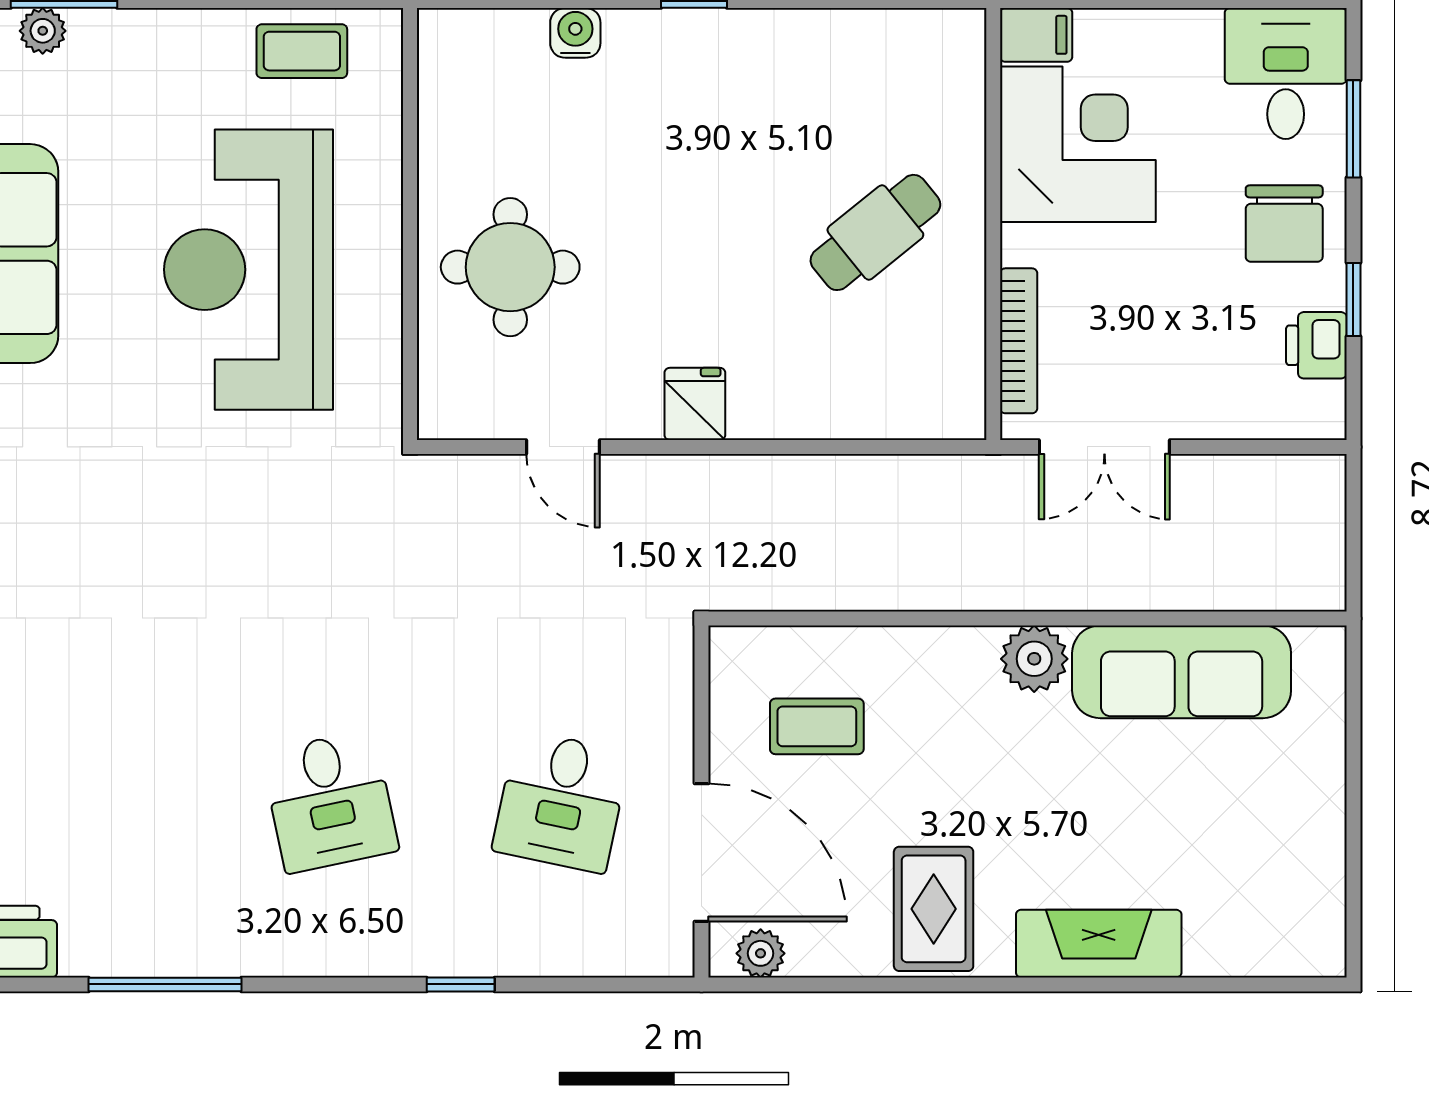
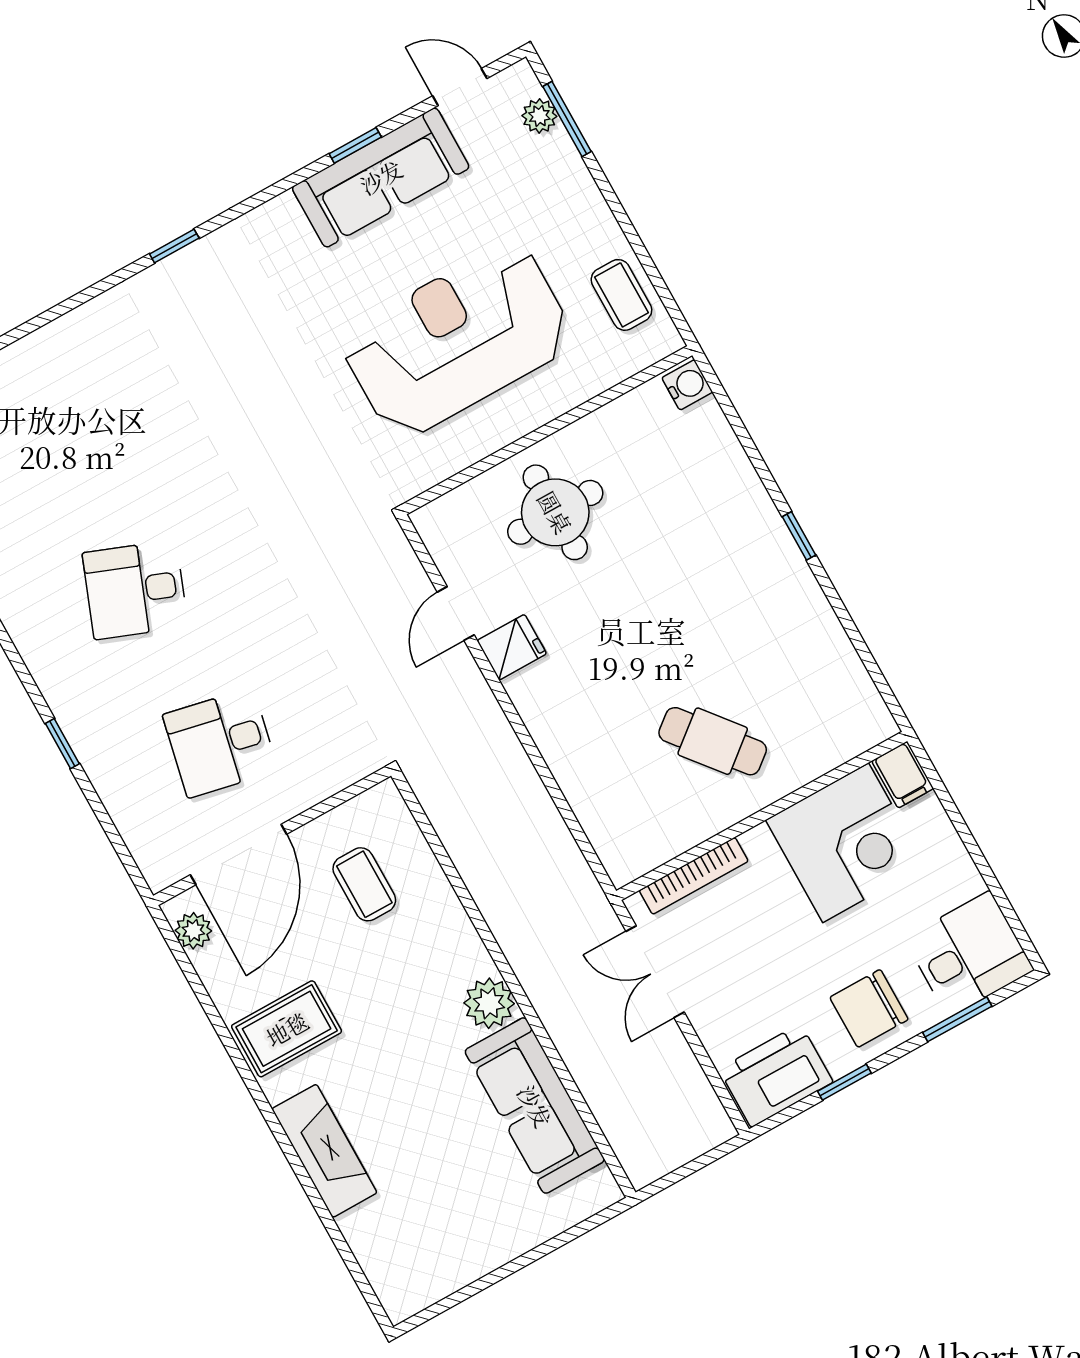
water cooler: (575, 33) -> (687, 385), moved
printer: (1316, 345) -> (776, 1076), width x1.87, depth x1.48
fridge: (695, 404) -> (512, 647), moved
desk: (330, 801) -> (135, 590), turned 33

